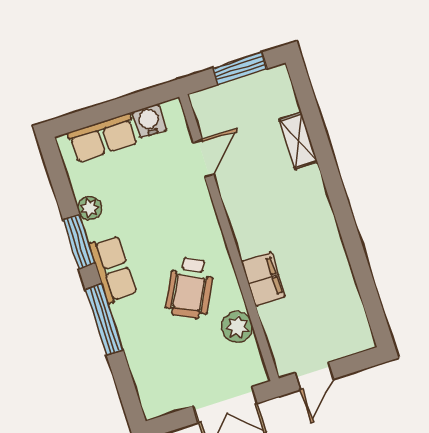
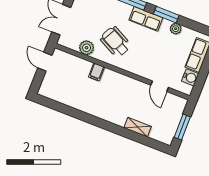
filing cabinet: (263, 279) -> (96, 72), width x0.50

